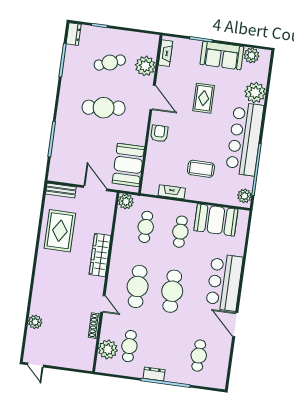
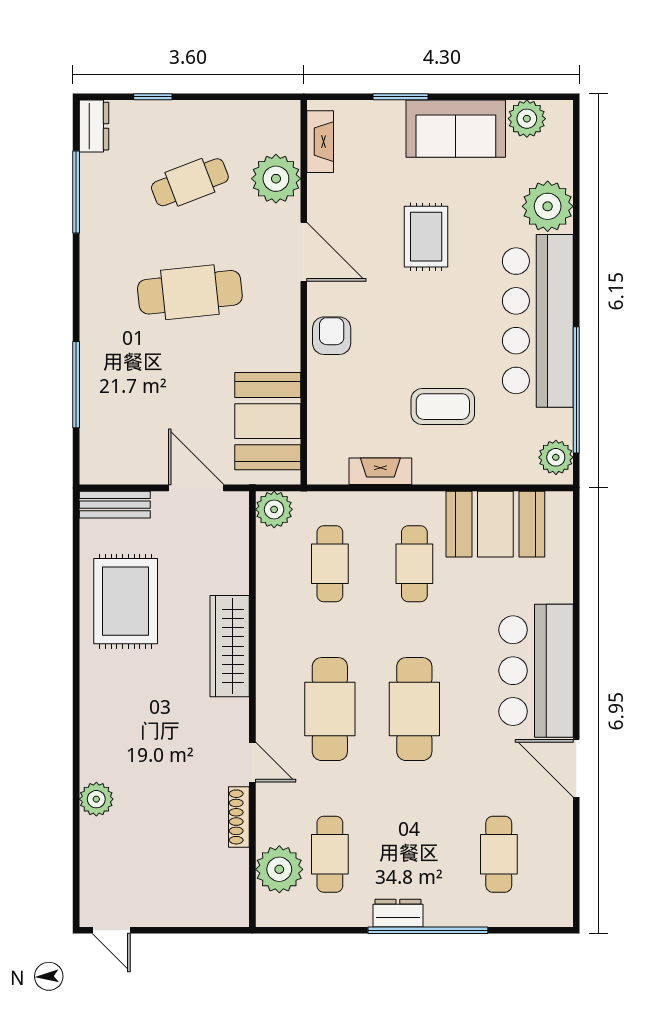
plant: (35, 322) -> (96, 799), moved

